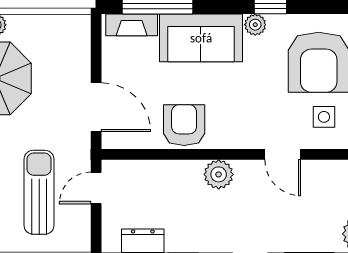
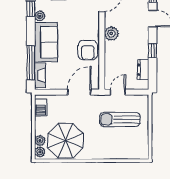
barbecue: (64, 27) -> (41, 107), added
armchair: (184, 125) -> (88, 50), turned -90
door: (96, 188) -> (118, 92), swing flipped

